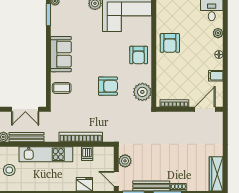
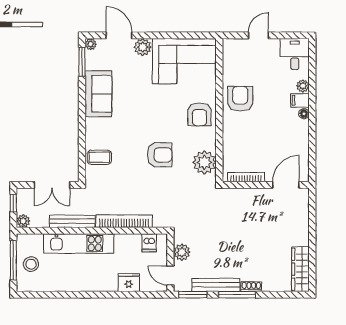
armchair: (170, 43) -> (240, 99), turned 180
sofa: (61, 54) -> (98, 94), moved
filing cabinet: (216, 76) -> (300, 100), moved
bench: (26, 137) -> (72, 221), moved
dishwasher: (87, 154) -> (149, 243), moved

